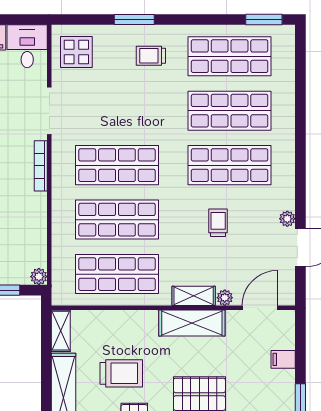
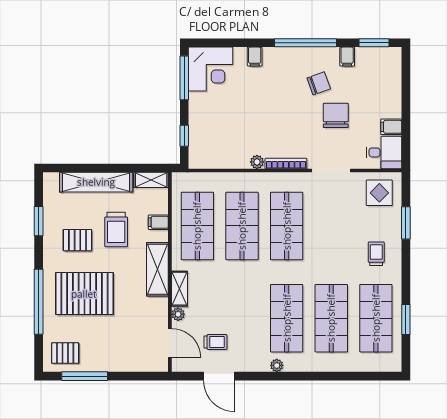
window: (134, 19) -> (406, 223), moved
window: (264, 19) -> (406, 320), moved
plant: (287, 219) -> (277, 365), moved
trolley: (218, 223) -> (215, 342), moved
plant: (39, 277) -> (257, 162), moved
shelving: (192, 323) -> (157, 269), moved
filing cabinet: (283, 359) -> (158, 222), moved, turned -90

